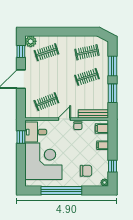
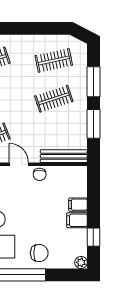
door: (64, 119) -> (19, 164), hinge flipped
filing cabinet: (102, 128) -> (77, 220), moved
chair: (86, 171) -> (39, 253), moved

